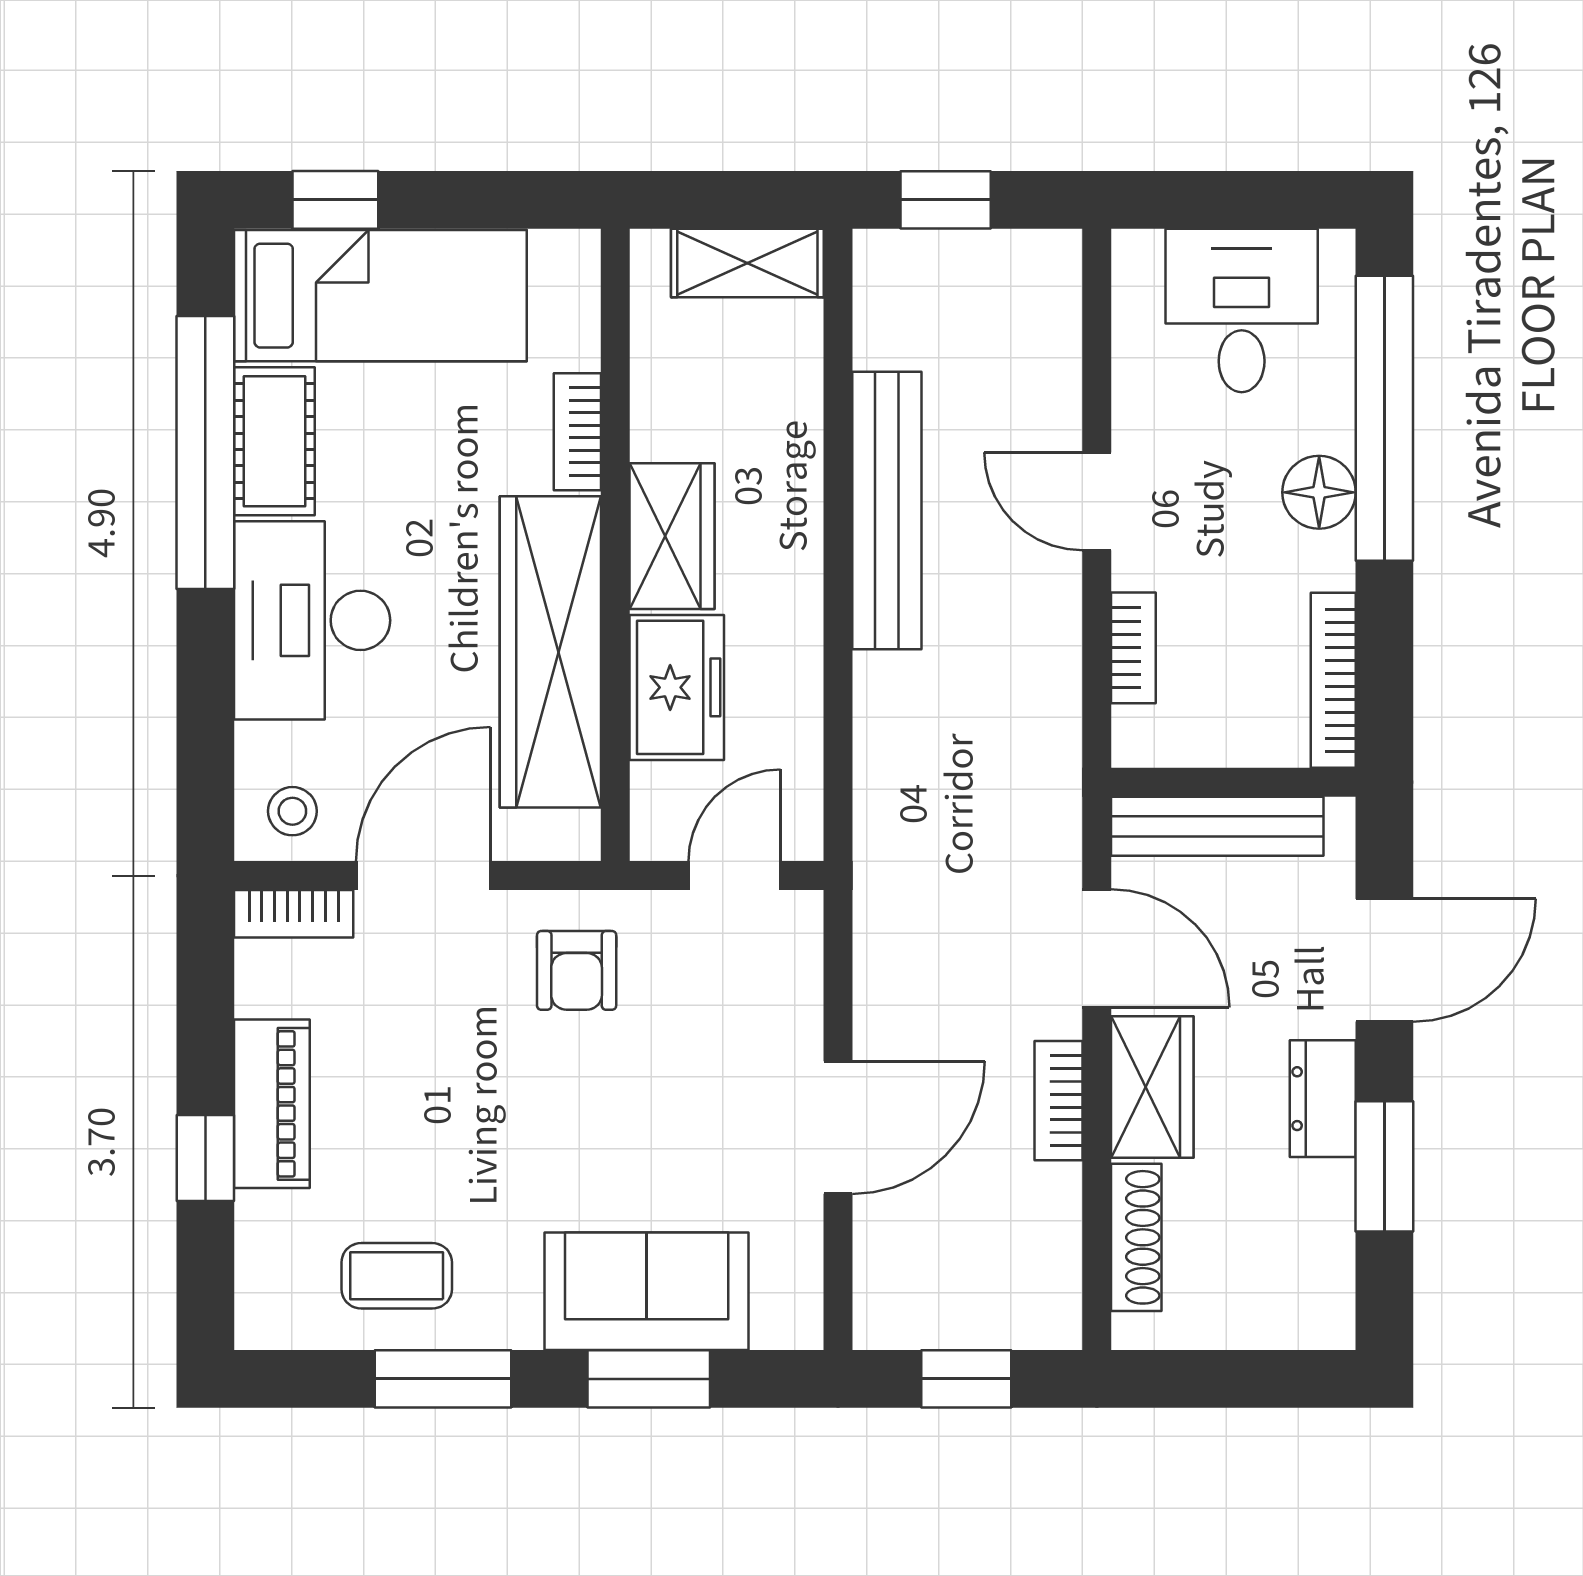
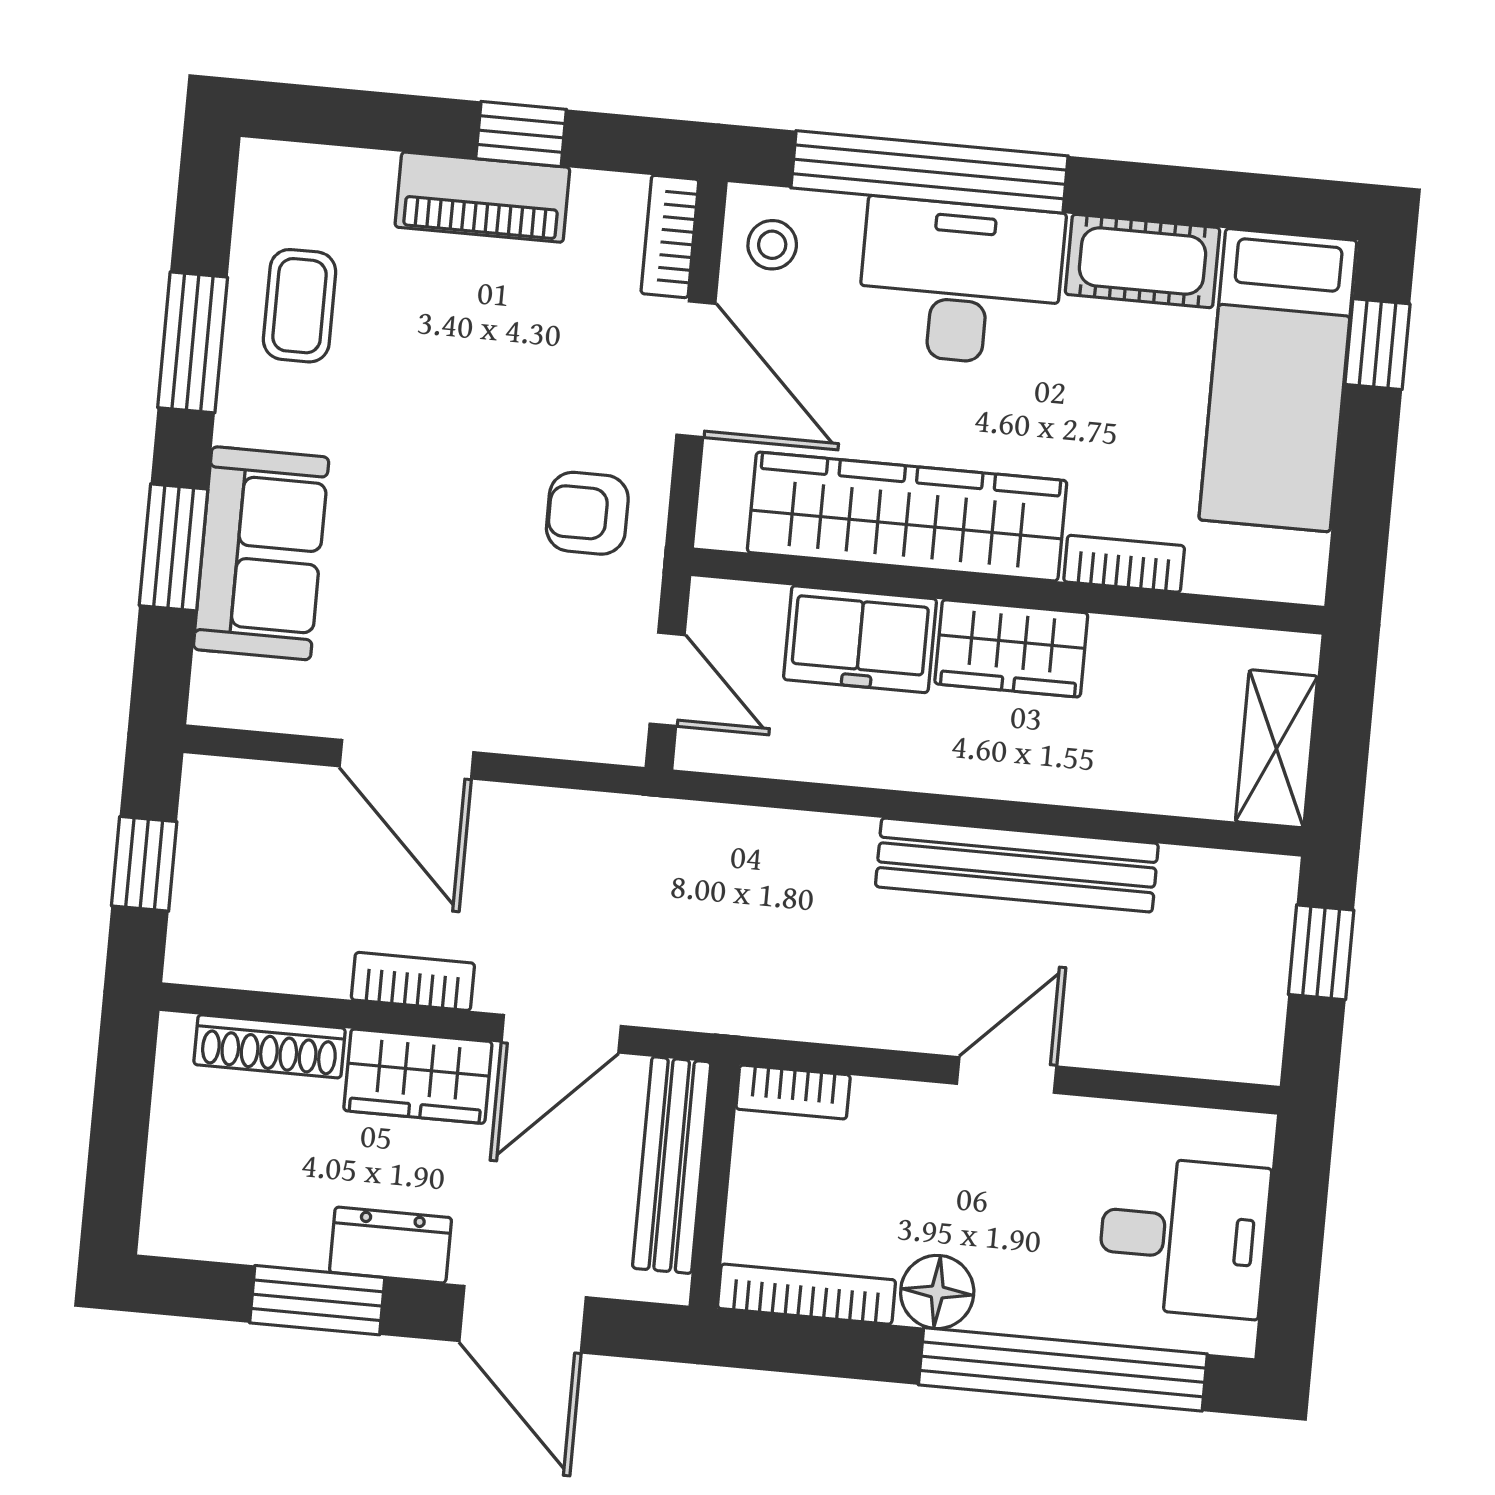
window: (205, 452) -> (929, 172), moved
floor lamp: (1319, 492) -> (937, 1292), moved
bookcase: (1133, 648) -> (793, 1092), moved
window: (205, 1158) -> (521, 134), moved

